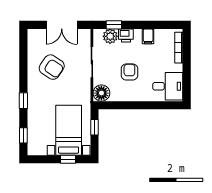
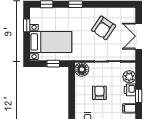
window: (114, 25) -> (139, 96), moved
armchair: (129, 72) -> (99, 93), turned -90
window: (68, 159) -> (27, 25), moved

